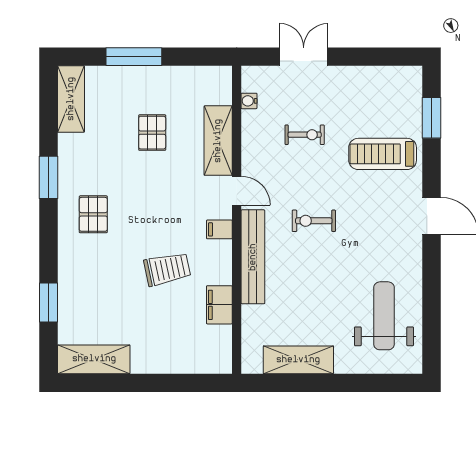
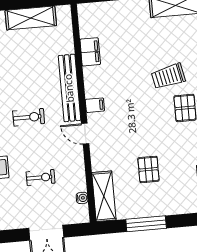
window: (134, 57) -> (146, 224), moved
exercise bike: (305, 135) -> (41, 178), turned 180
shelving: (218, 141) -> (104, 196), moved
trolley: (167, 269) -> (168, 76), moved

